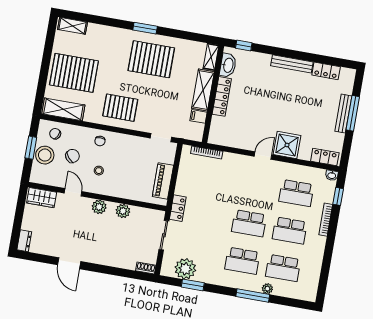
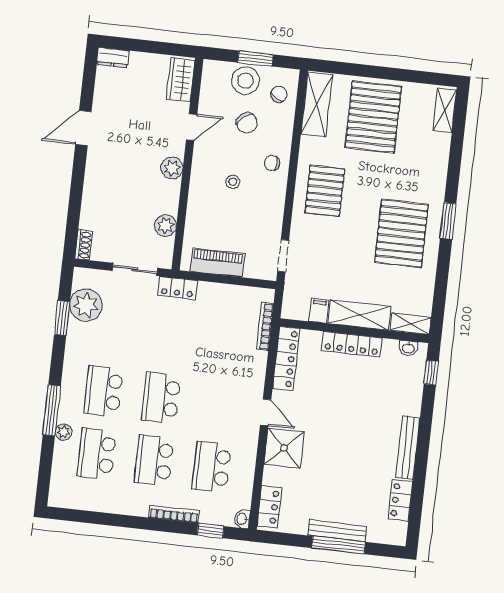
washbasin: (228, 65) -> (408, 348), width x0.52, depth x0.69
locker: (229, 140) -> (286, 359), added
stool: (99, 171) -> (233, 182), moved
plant: (123, 211) -> (166, 225), moved

